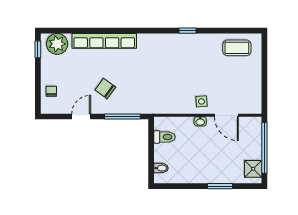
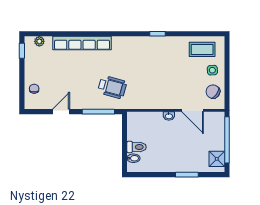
plant: (57, 44) -> (39, 41), width x0.53, depth x0.53
chair: (105, 89) -> (213, 92), moved
wheelchair: (138, 89) -> (112, 87), added
side table: (201, 101) -> (212, 70), moved
toilet: (165, 137) -> (137, 147), moved

